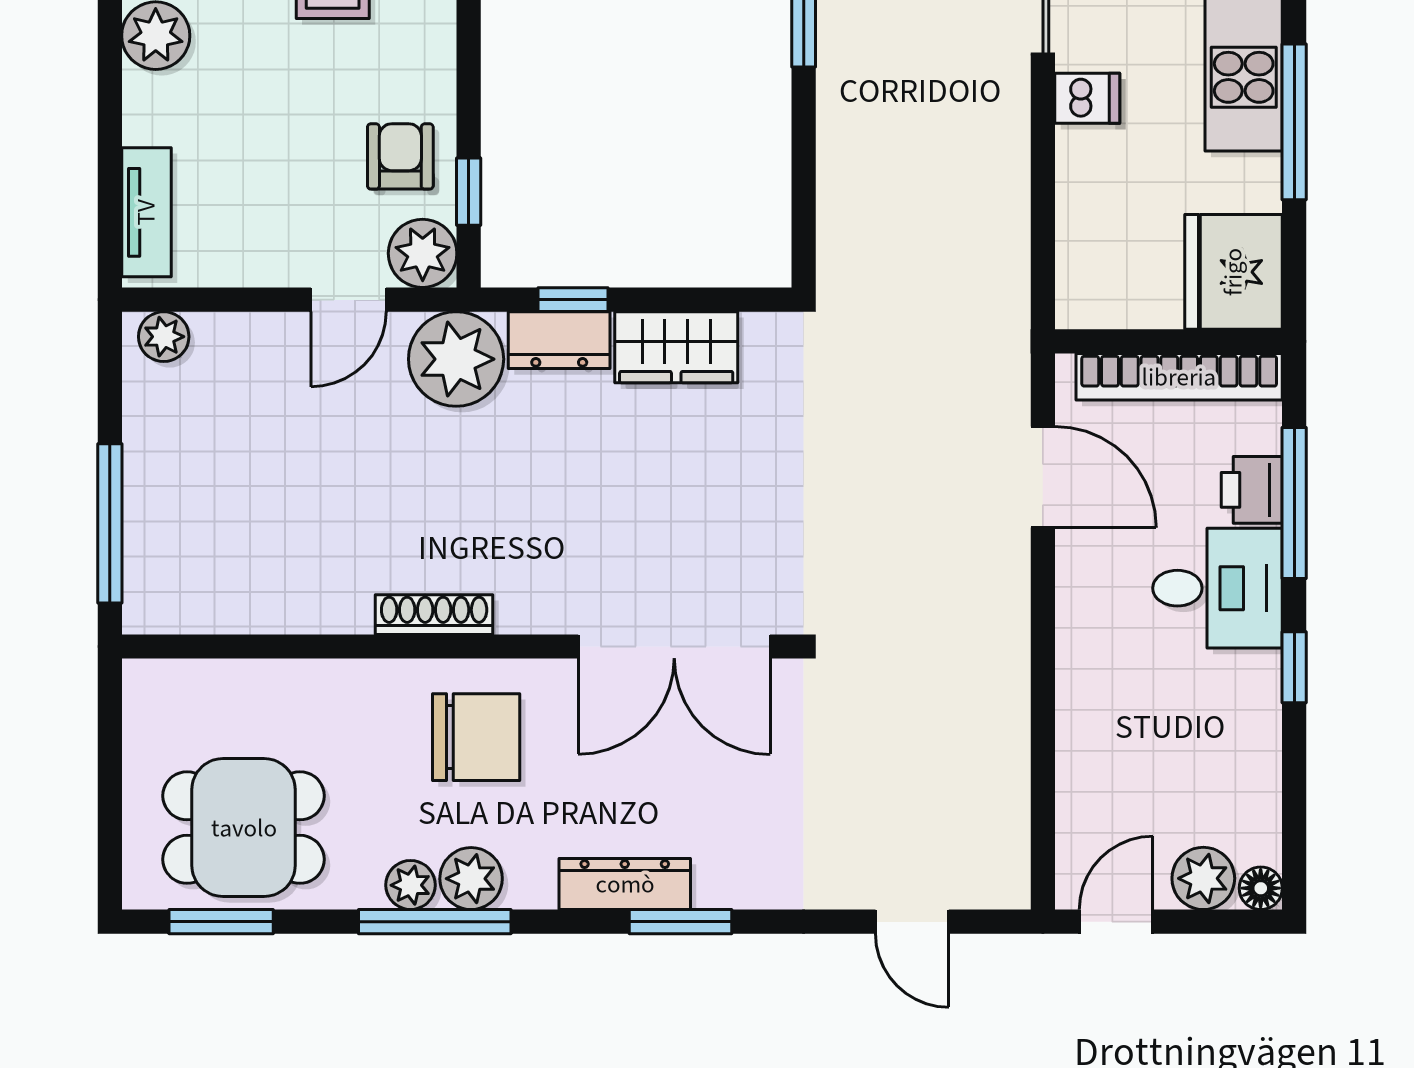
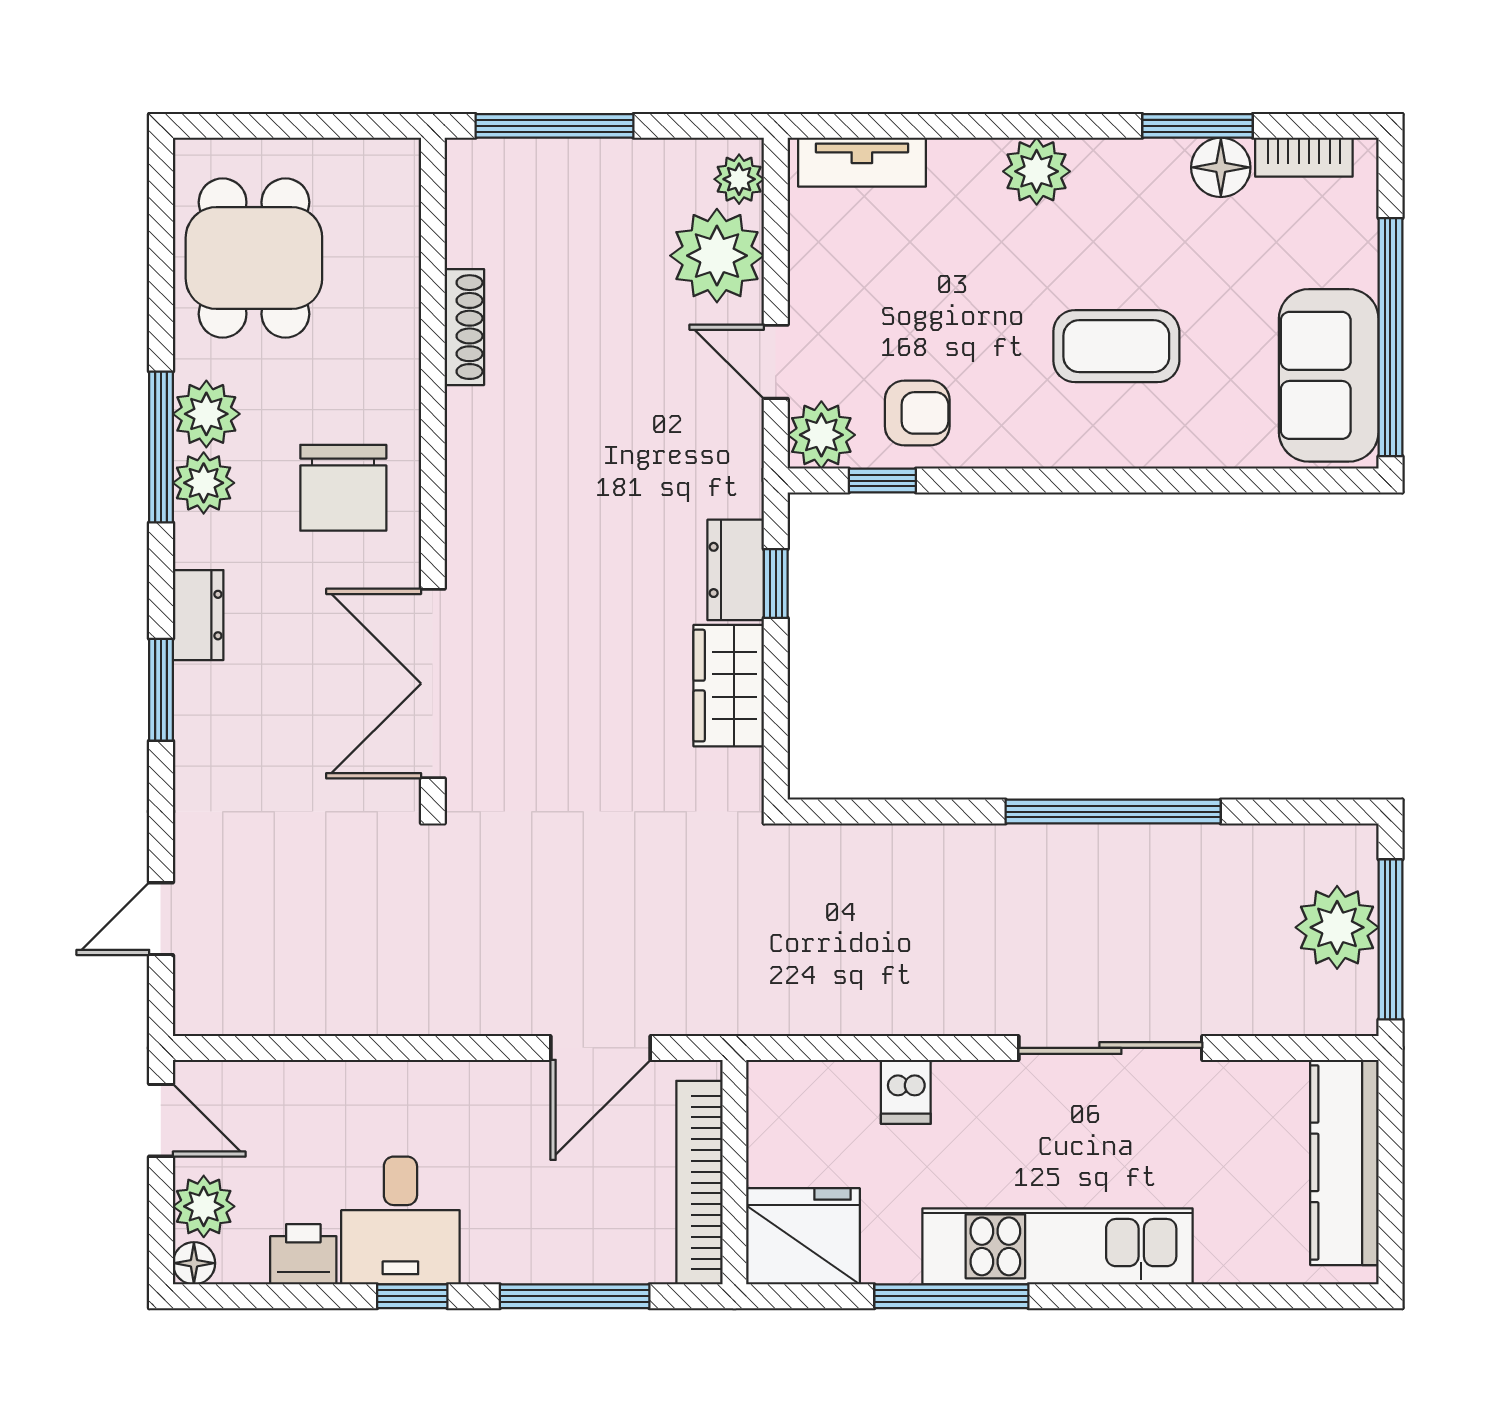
dishwasher: (1087, 98) -> (906, 1092), moved
plant: (456, 359) -> (717, 256), moved
printer: (1252, 490) -> (303, 1254), moved
desk: (1217, 588) -> (400, 1220), moved
shoe rack: (434, 615) -> (464, 327), moved
dresser: (625, 884) -> (198, 615), width x0.70
plant: (411, 885) -> (206, 414), width x1.38, depth x1.38
window: (221, 922) -> (161, 236), removed

